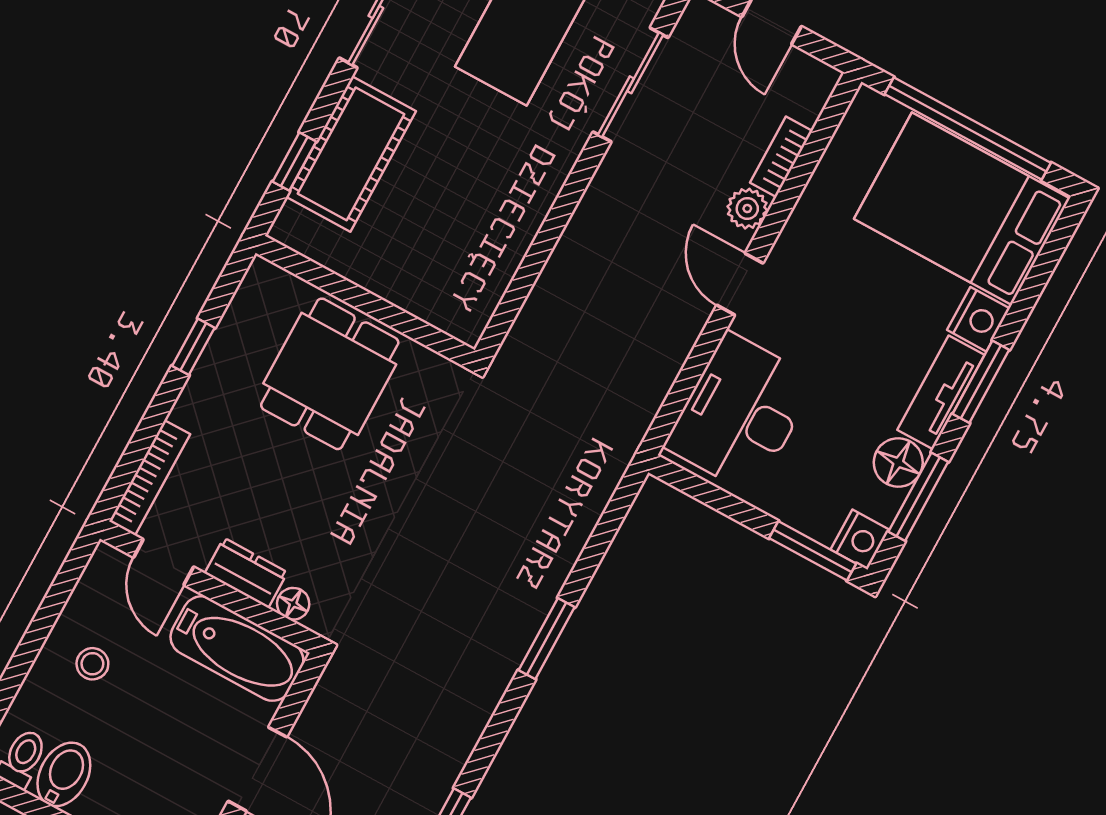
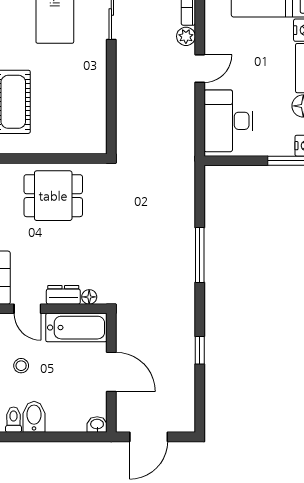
door: (740, 284) -> (200, 69), swing flipped
dining table: (330, 374) -> (53, 196), turned 90
window: (547, 639) -> (200, 255), width x1.44

